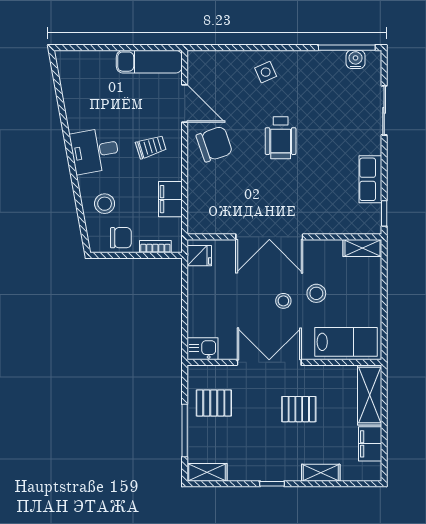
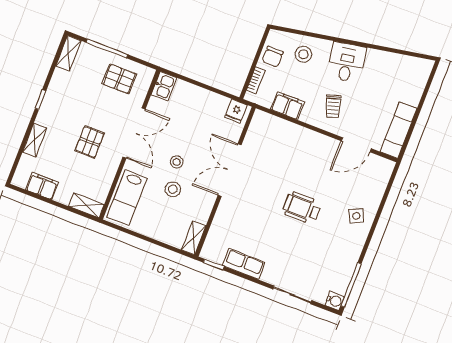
water cooler: (356, 59) -> (335, 301), moved
chair: (214, 144) -> (317, 156), removed
shelving: (370, 395) -> (86, 205), width x0.67, depth x0.75
pallet: (214, 403) -> (119, 79), turned 90

